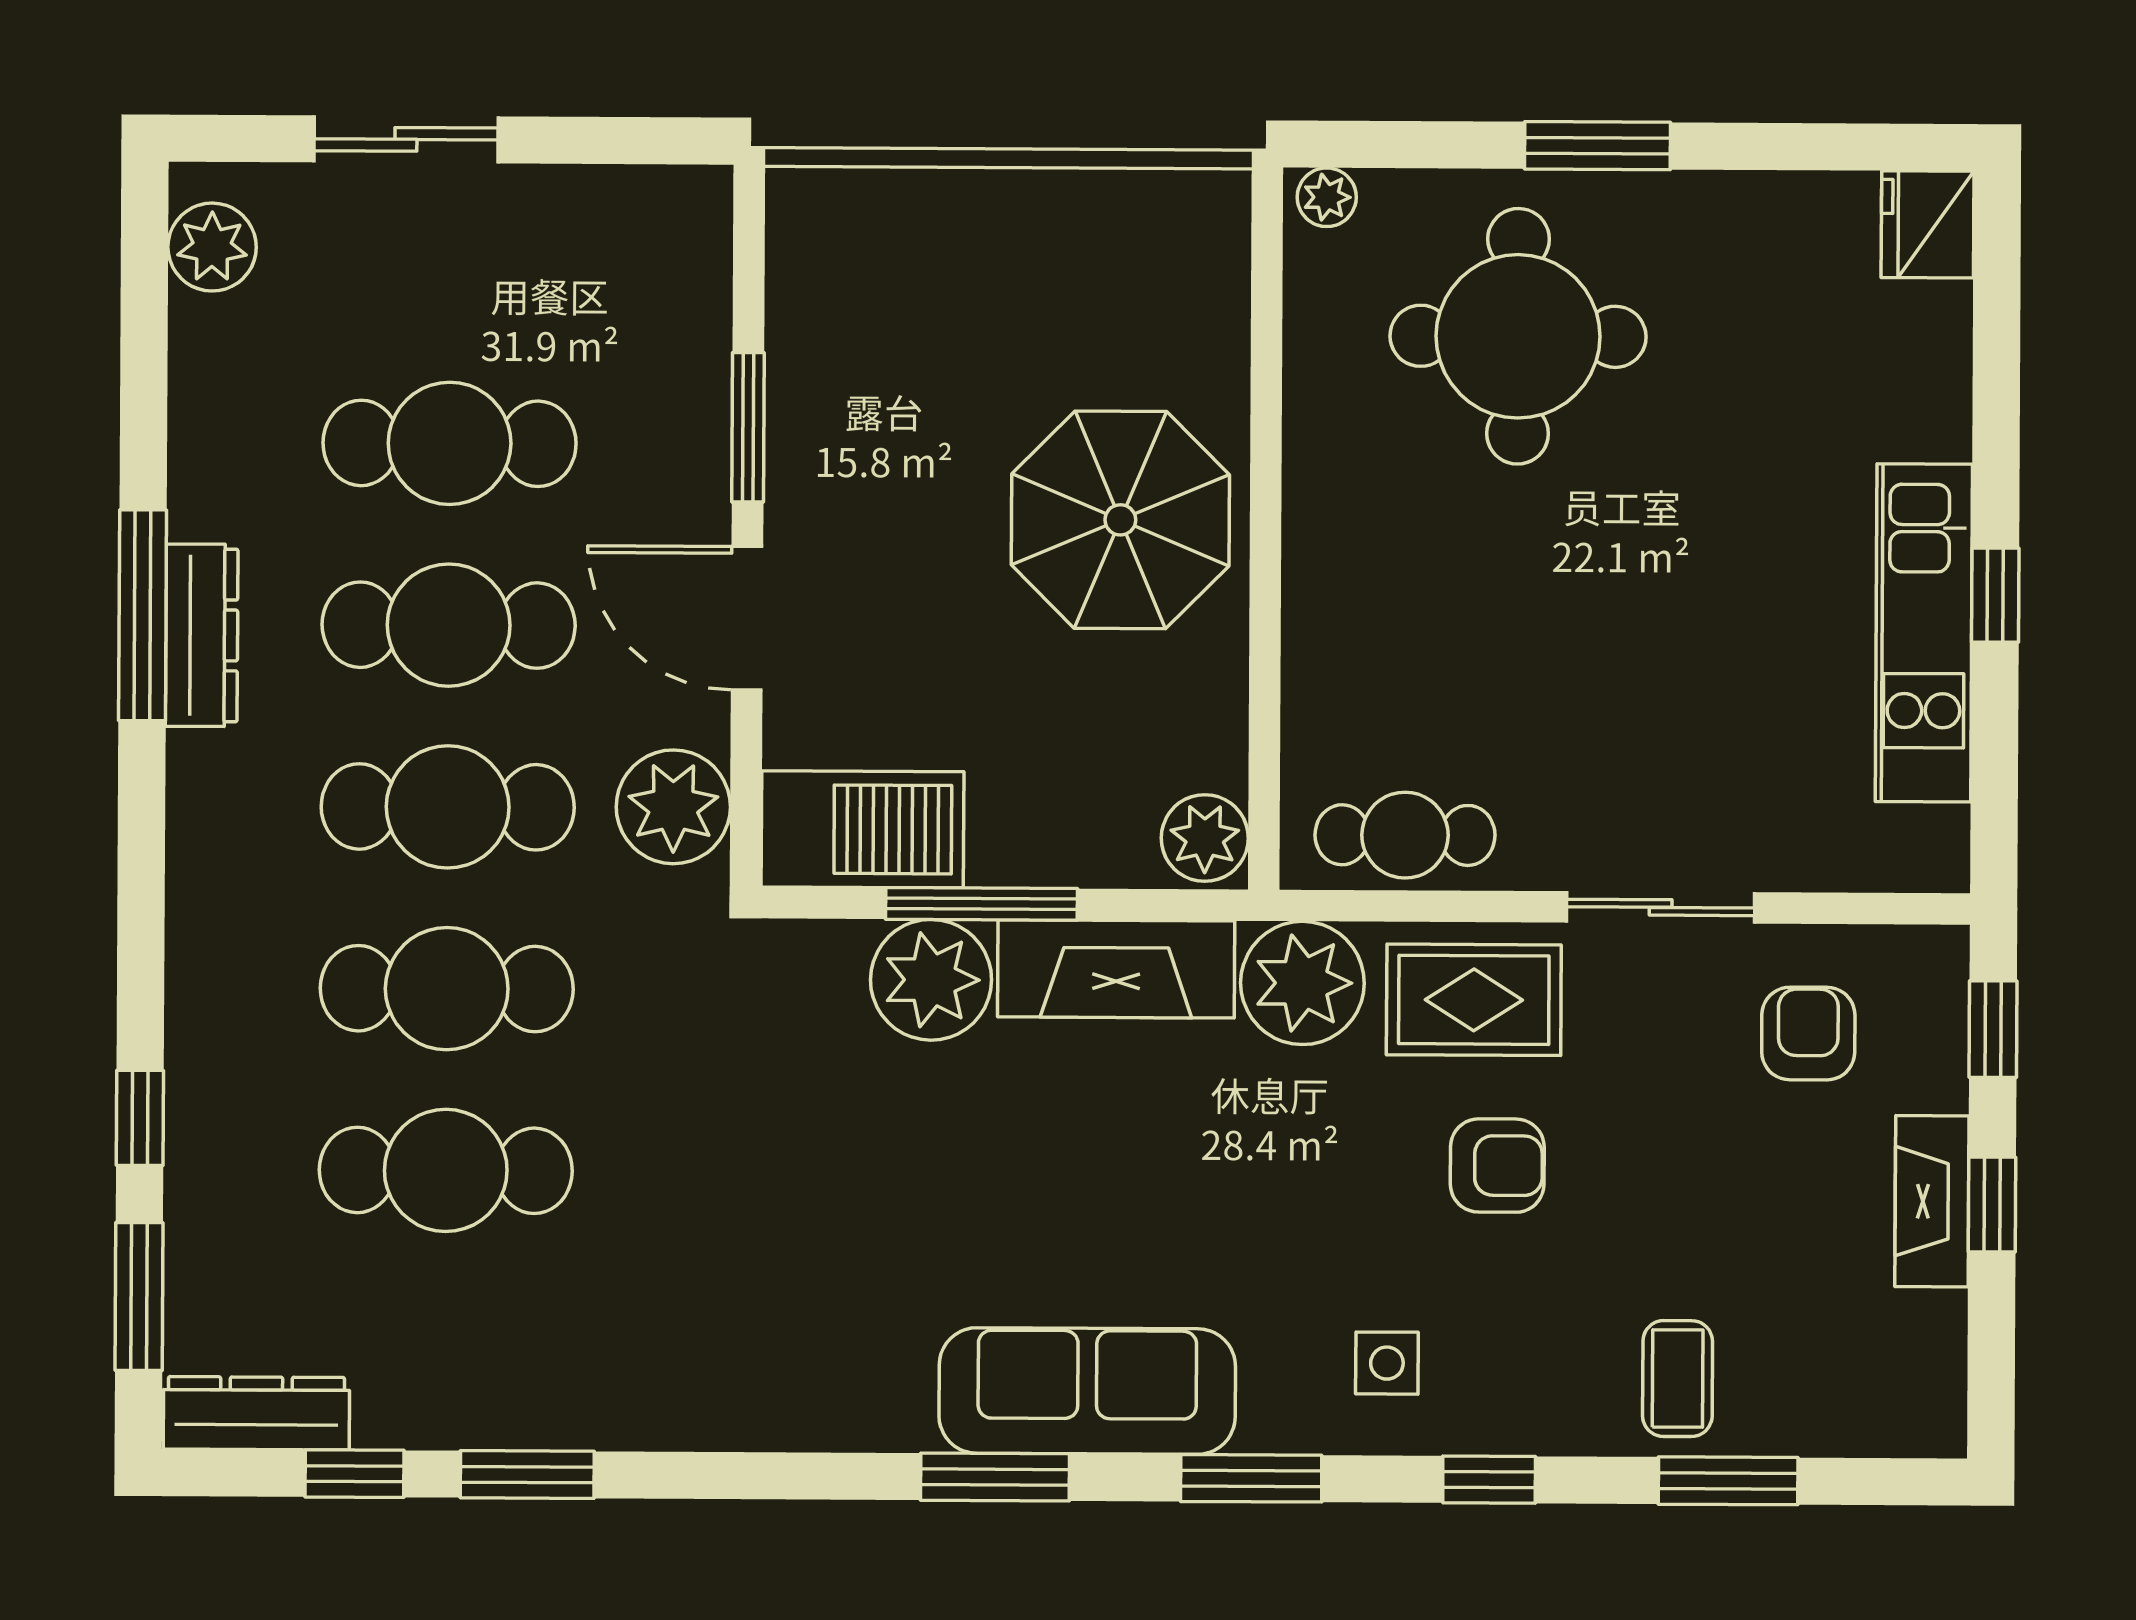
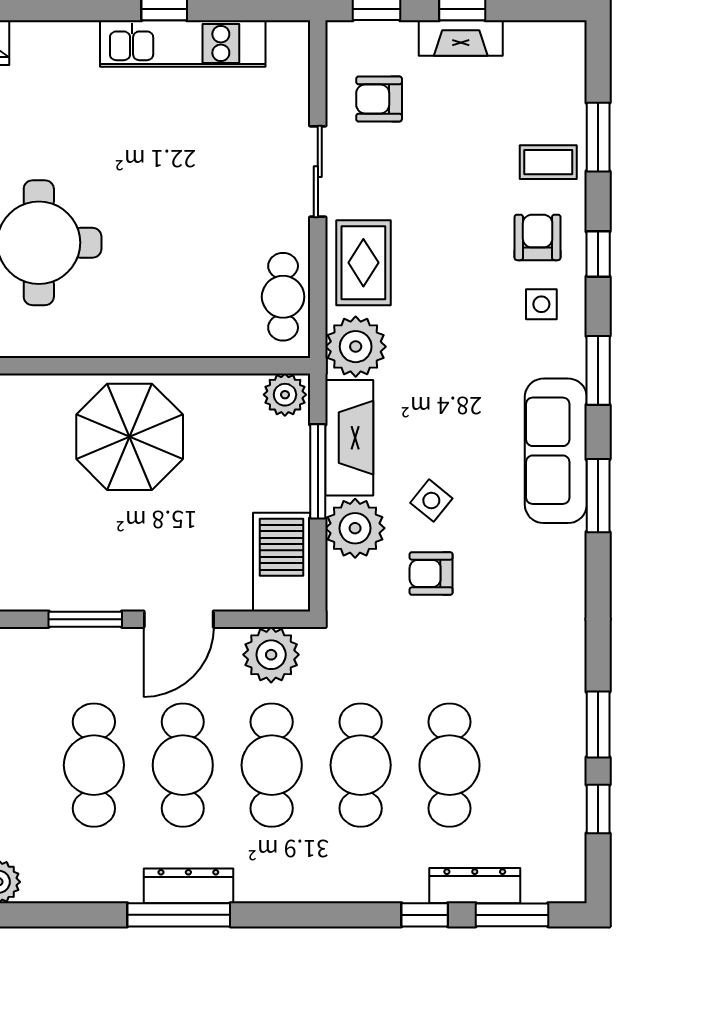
window: (982, 904) -> (318, 471), moved
armchair: (838, 1135) -> (431, 573), added
side table: (987, 1136) -> (431, 501), added
armchair: (1497, 1166) -> (538, 237), moved
dresser: (256, 1413) -> (475, 886), moved, turned 90

